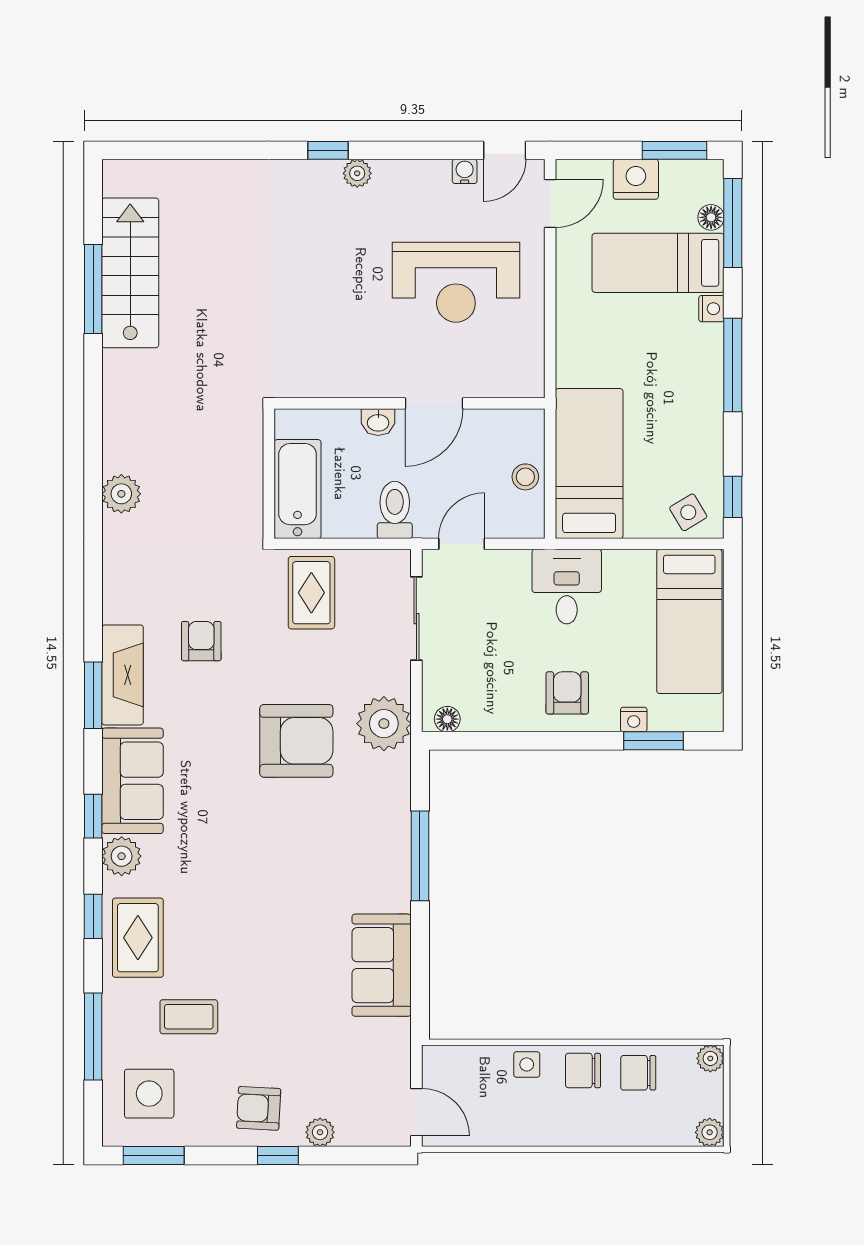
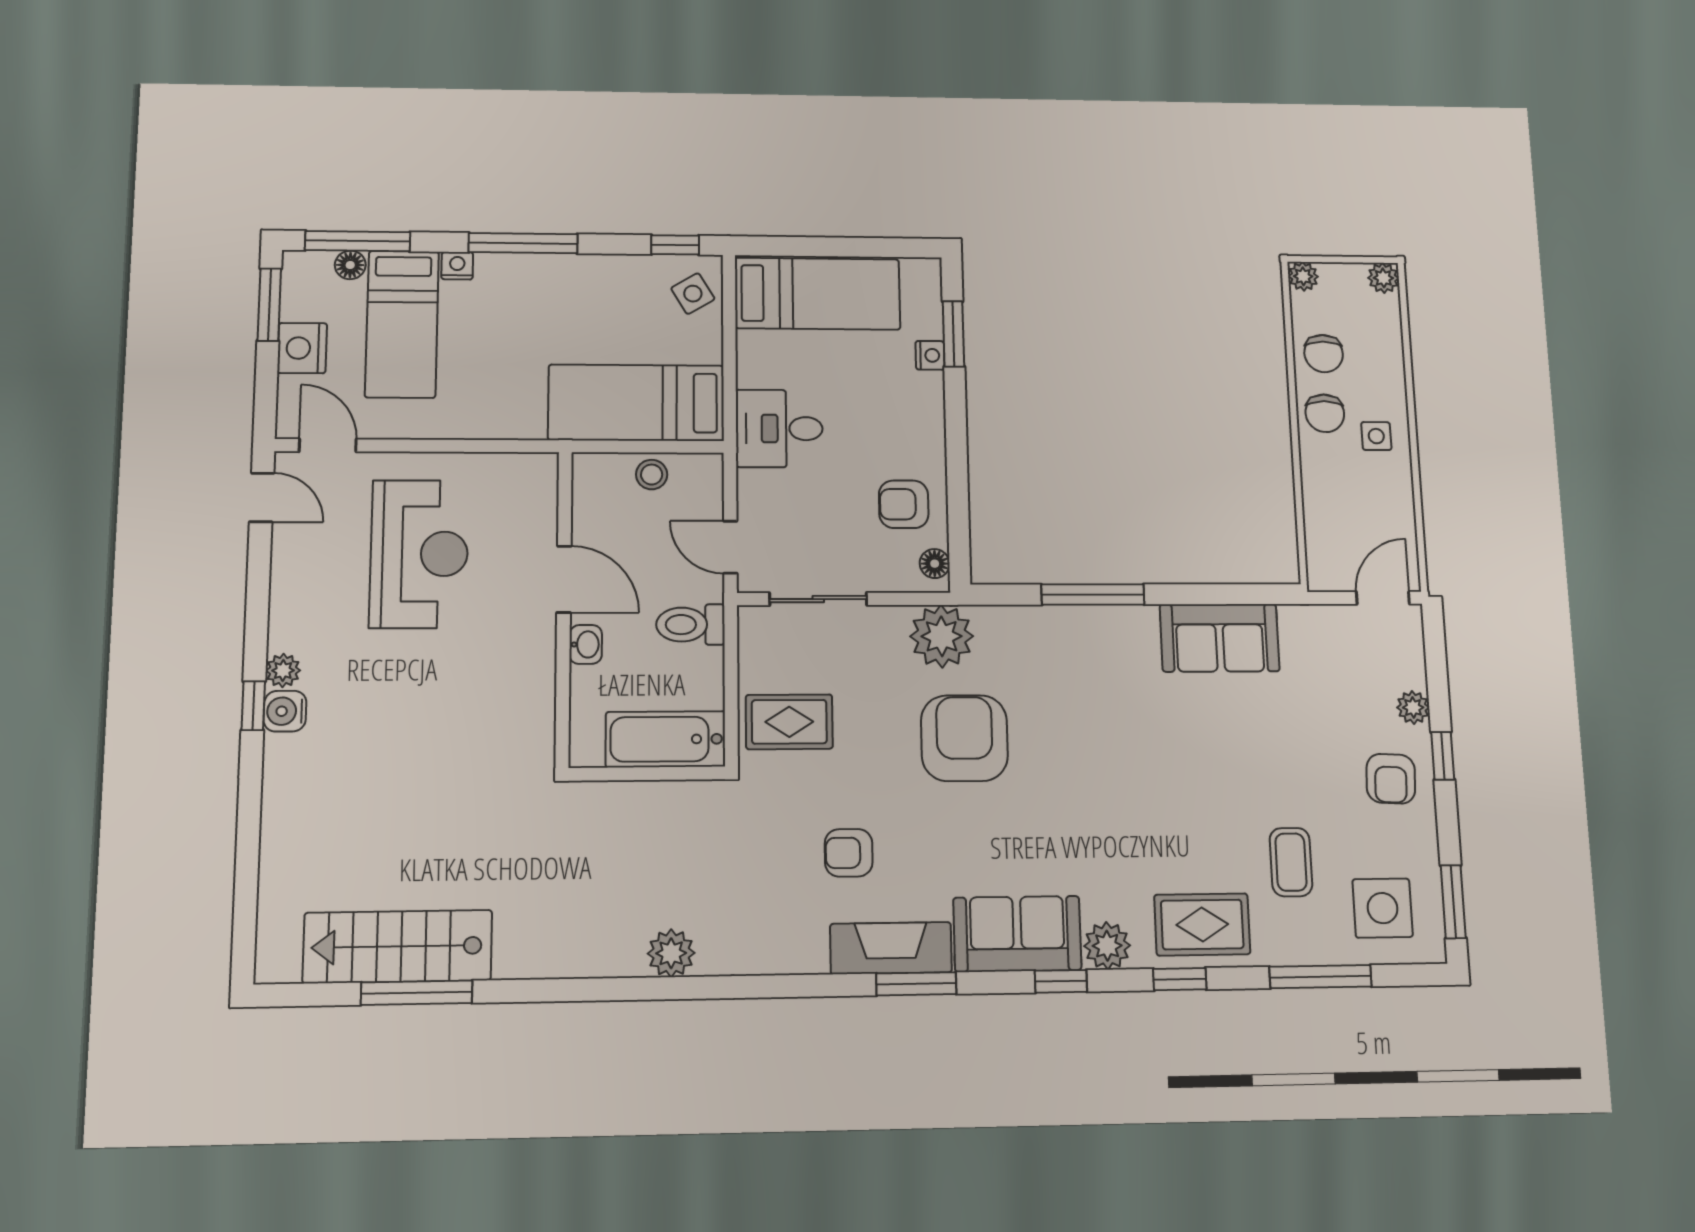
water cooler: (465, 171) -> (285, 711), moved, width x1.38, depth x1.38
armchair: (567, 693) -> (904, 504), moved
side table: (527, 1064) -> (1376, 436), moved

